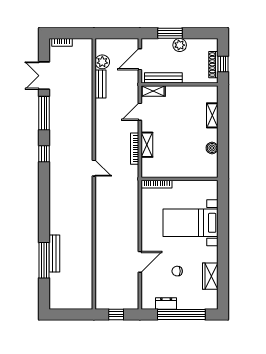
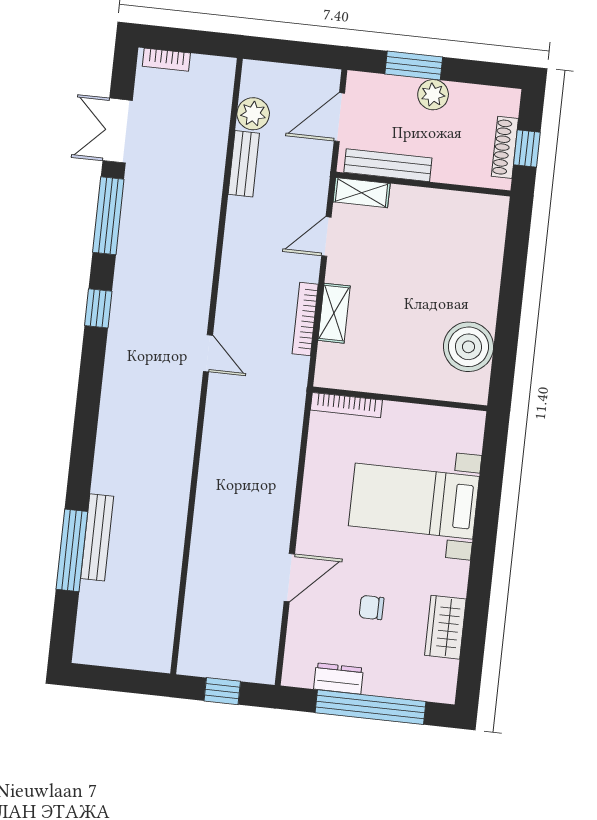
shelving: (212, 115) -> (490, 263), removed
boiler: (212, 148) -> (468, 347), width x1.86, depth x1.86

